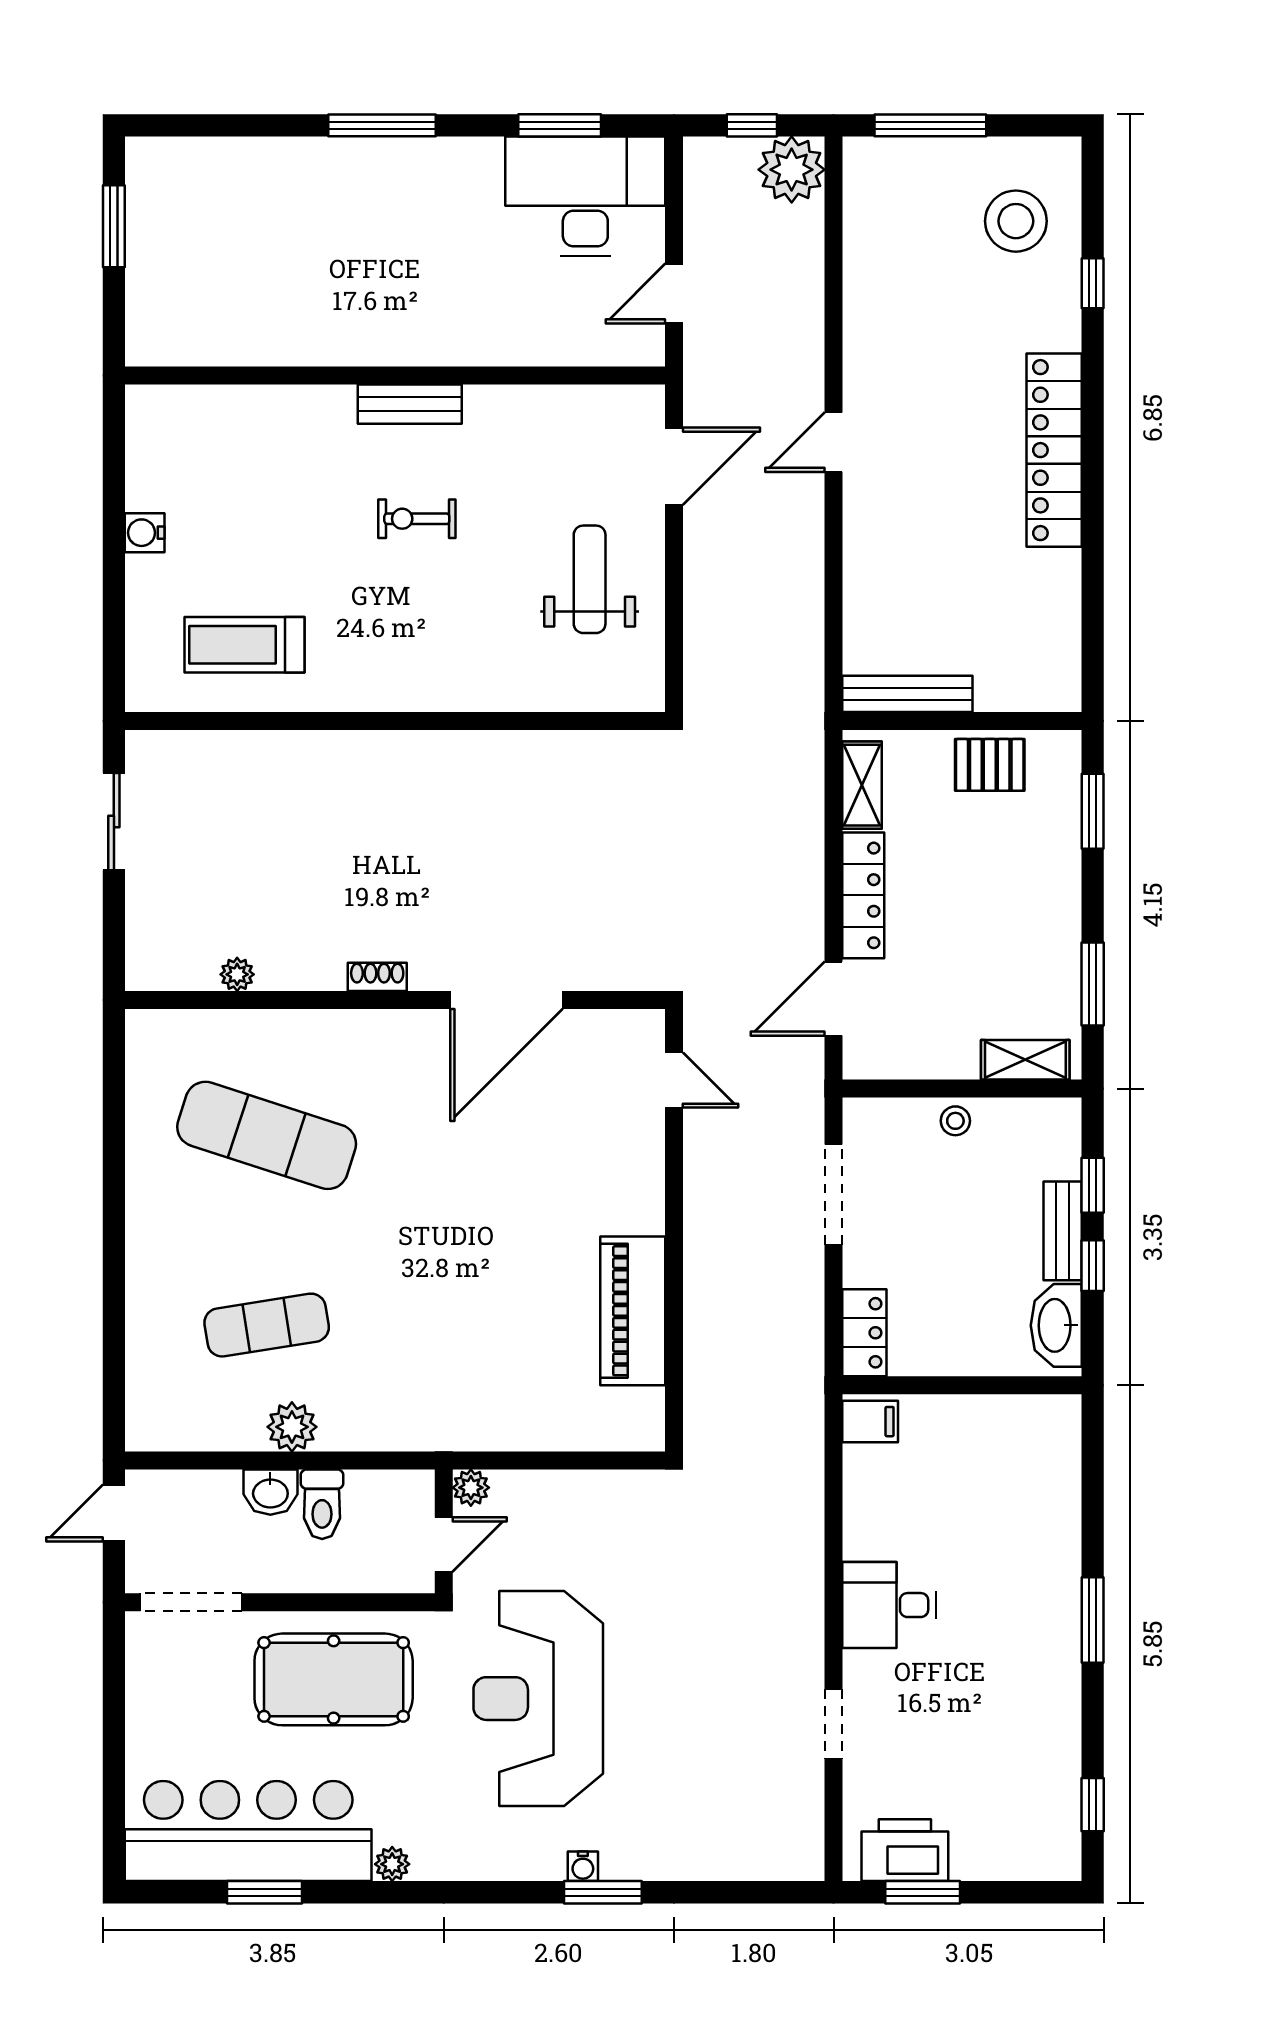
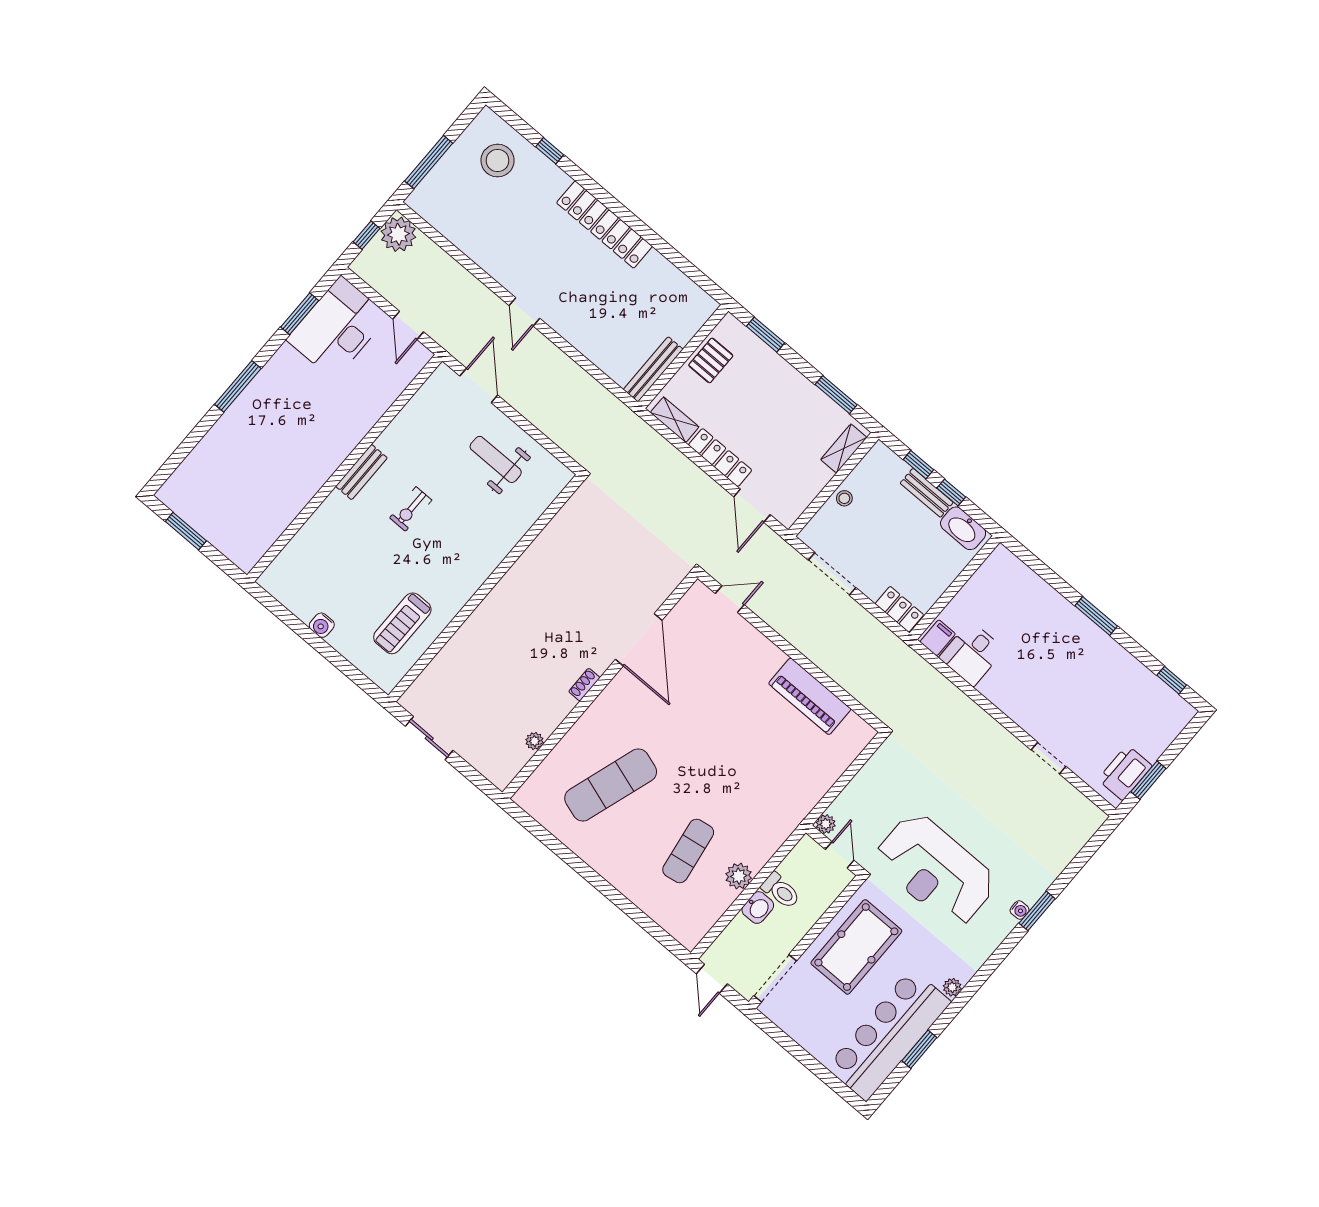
desk: (889, 1605) -> (972, 654), moved

